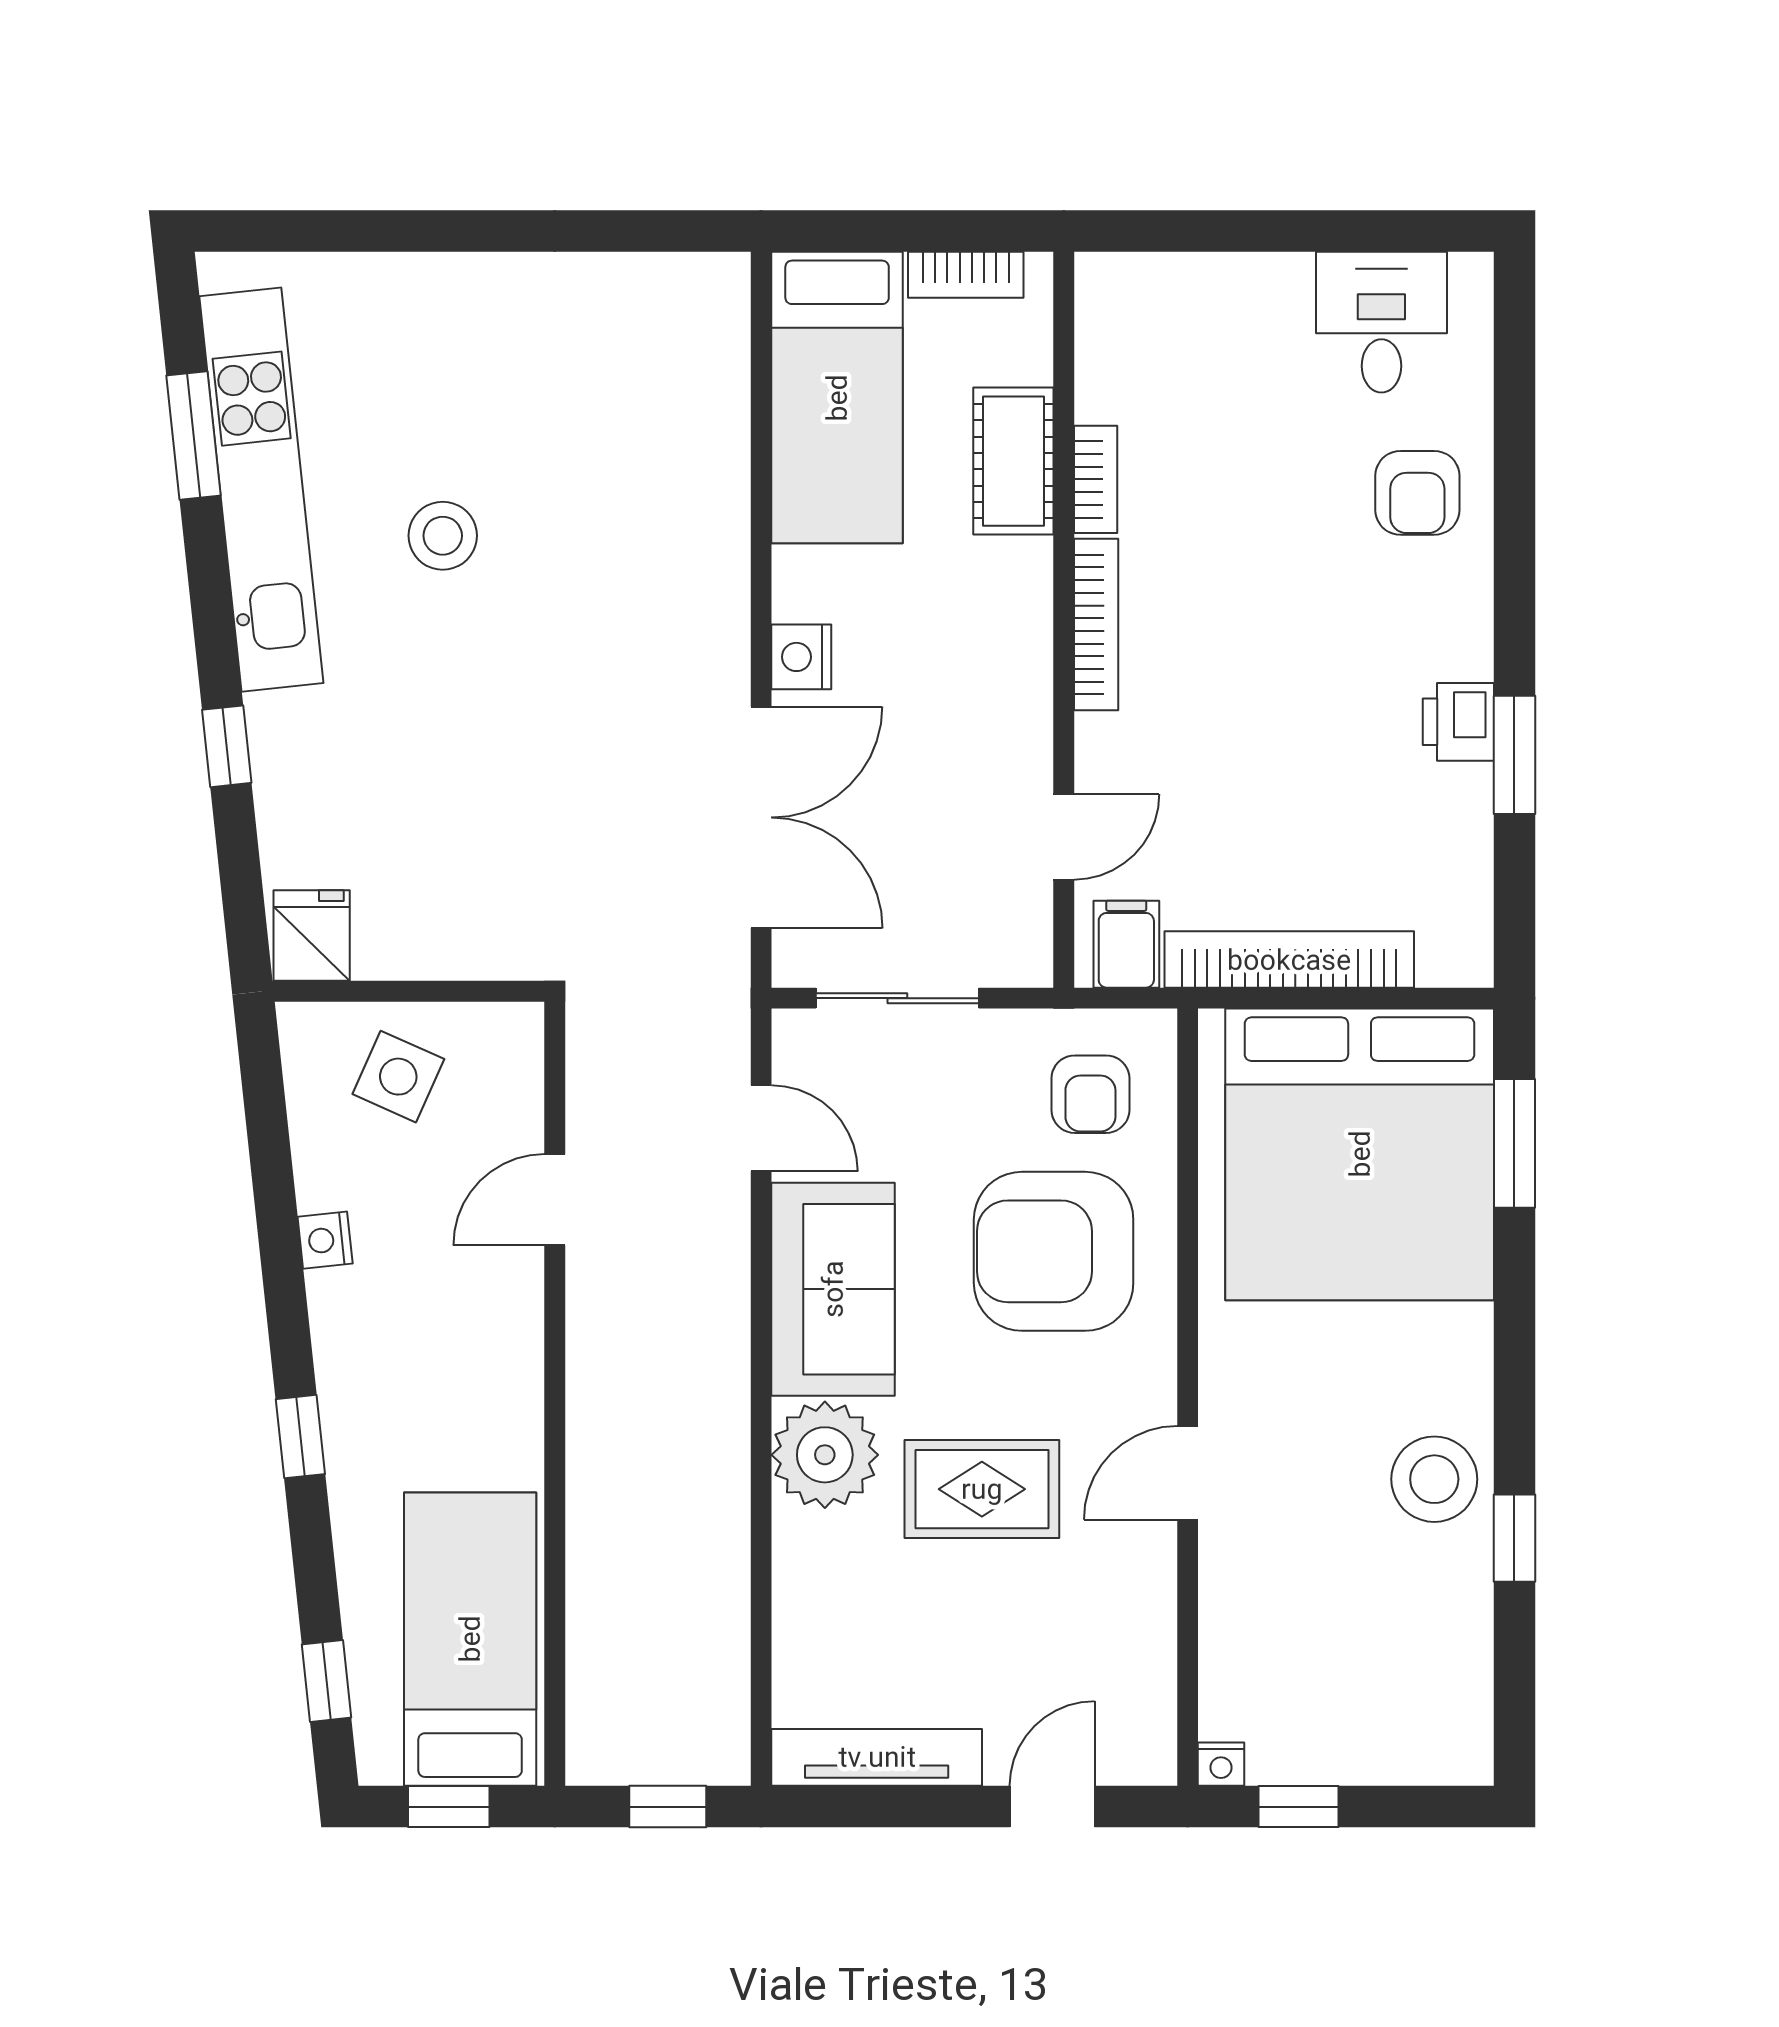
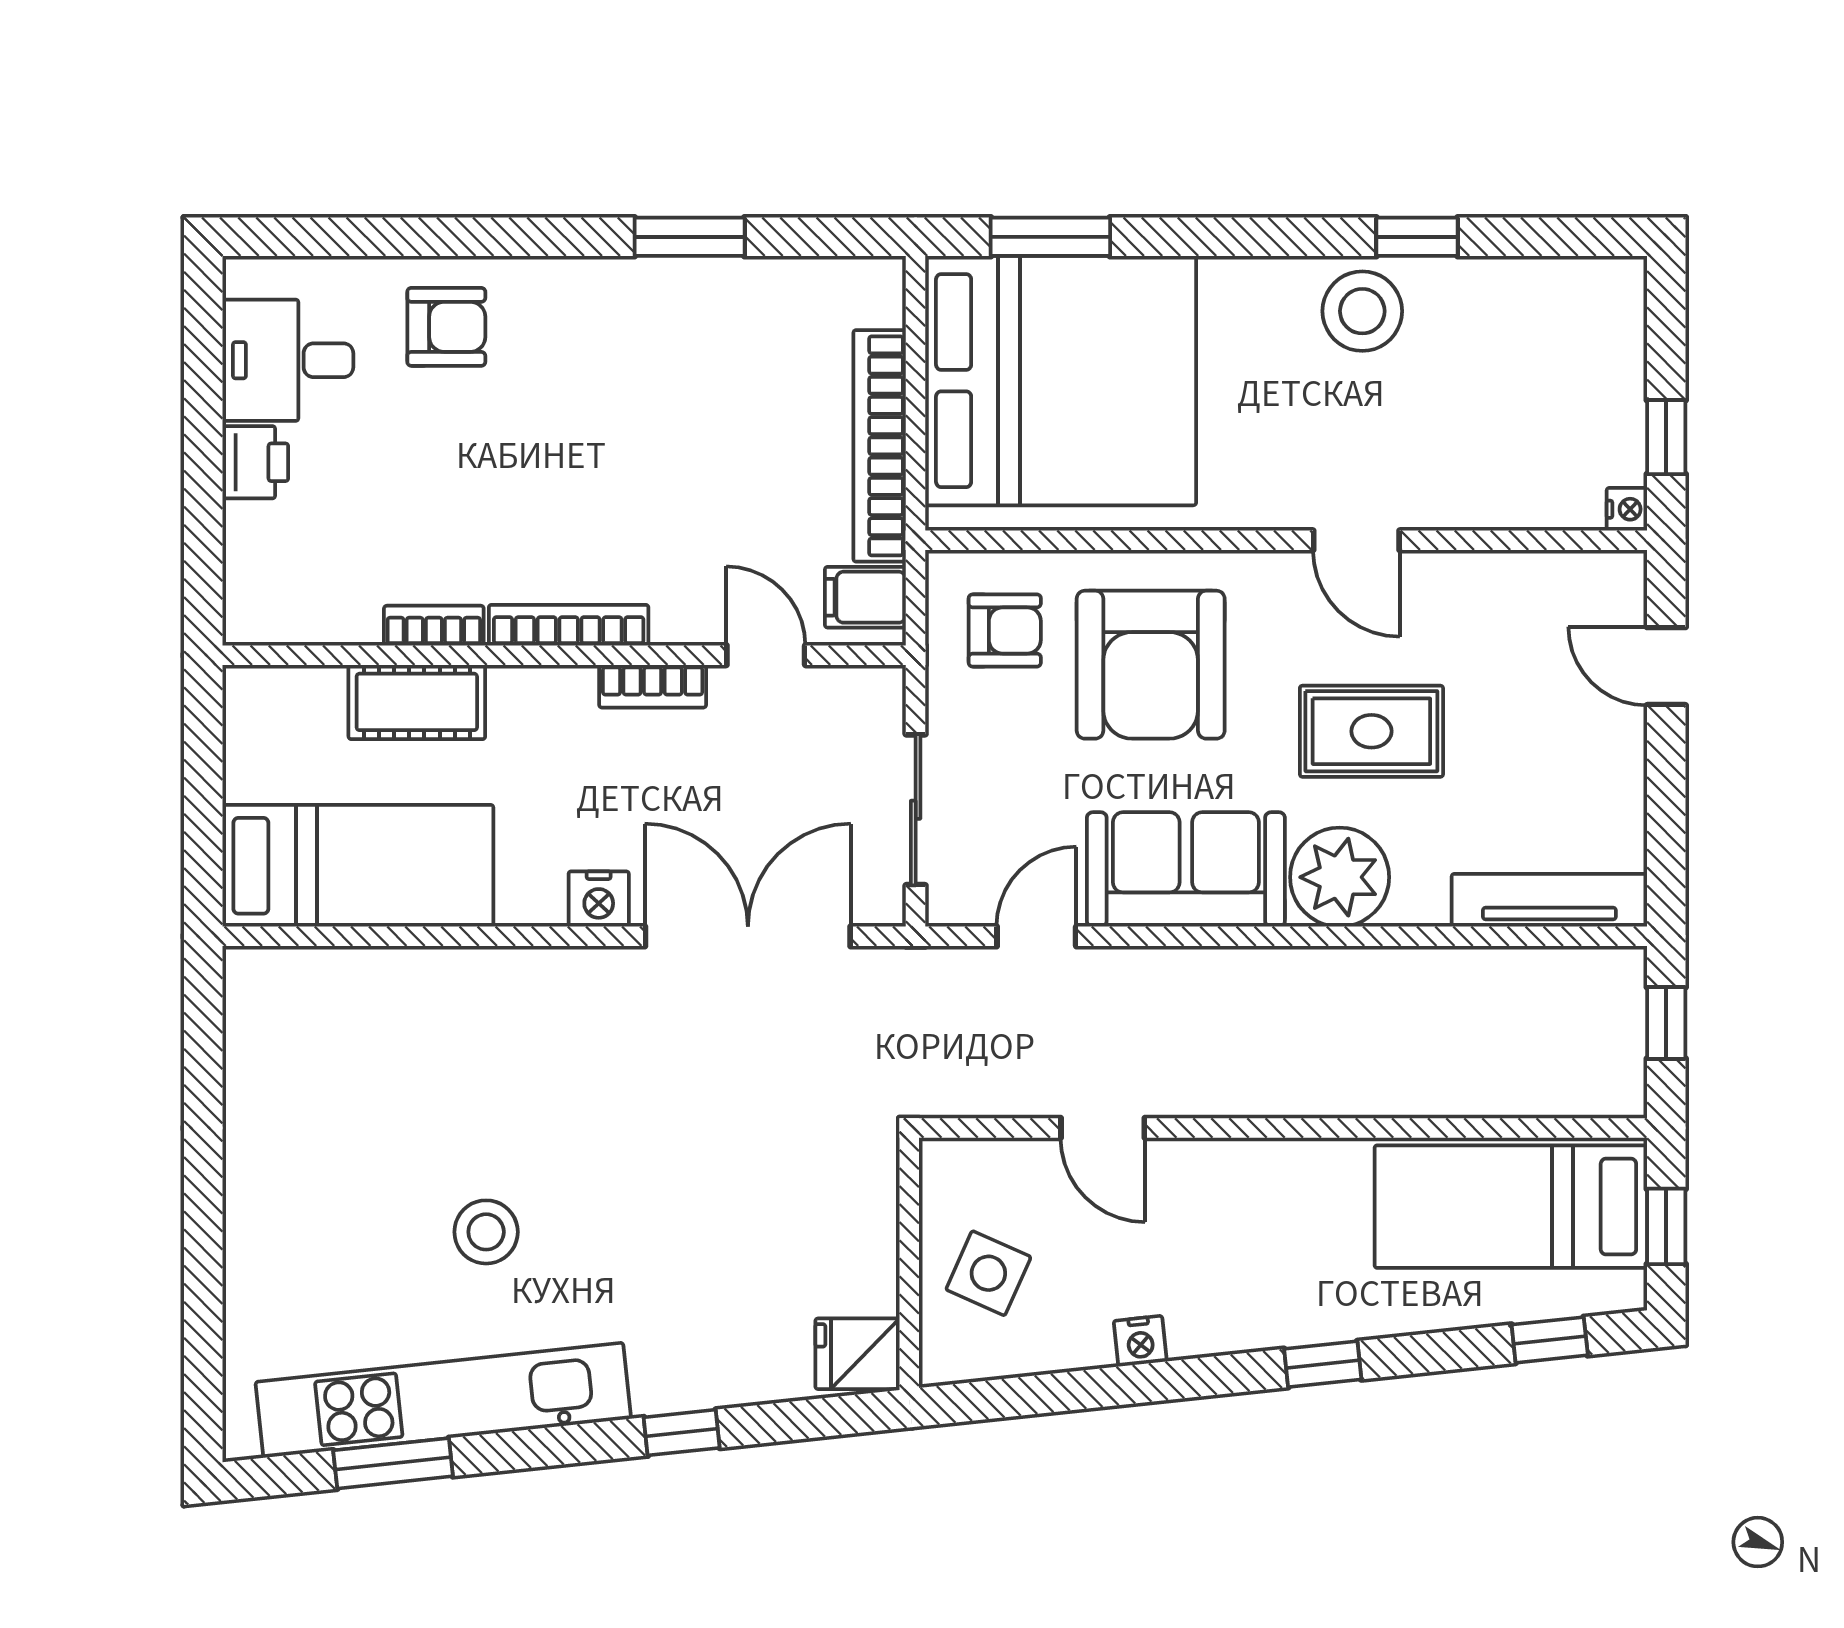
bookcase: (966, 275) -> (653, 686), moved, turned 90
printer: (1458, 722) -> (255, 462), moved, turned -90
rug: (982, 1489) -> (1371, 731), turned 90
tv unit: (877, 1757) -> (1549, 900), moved, turned 90

